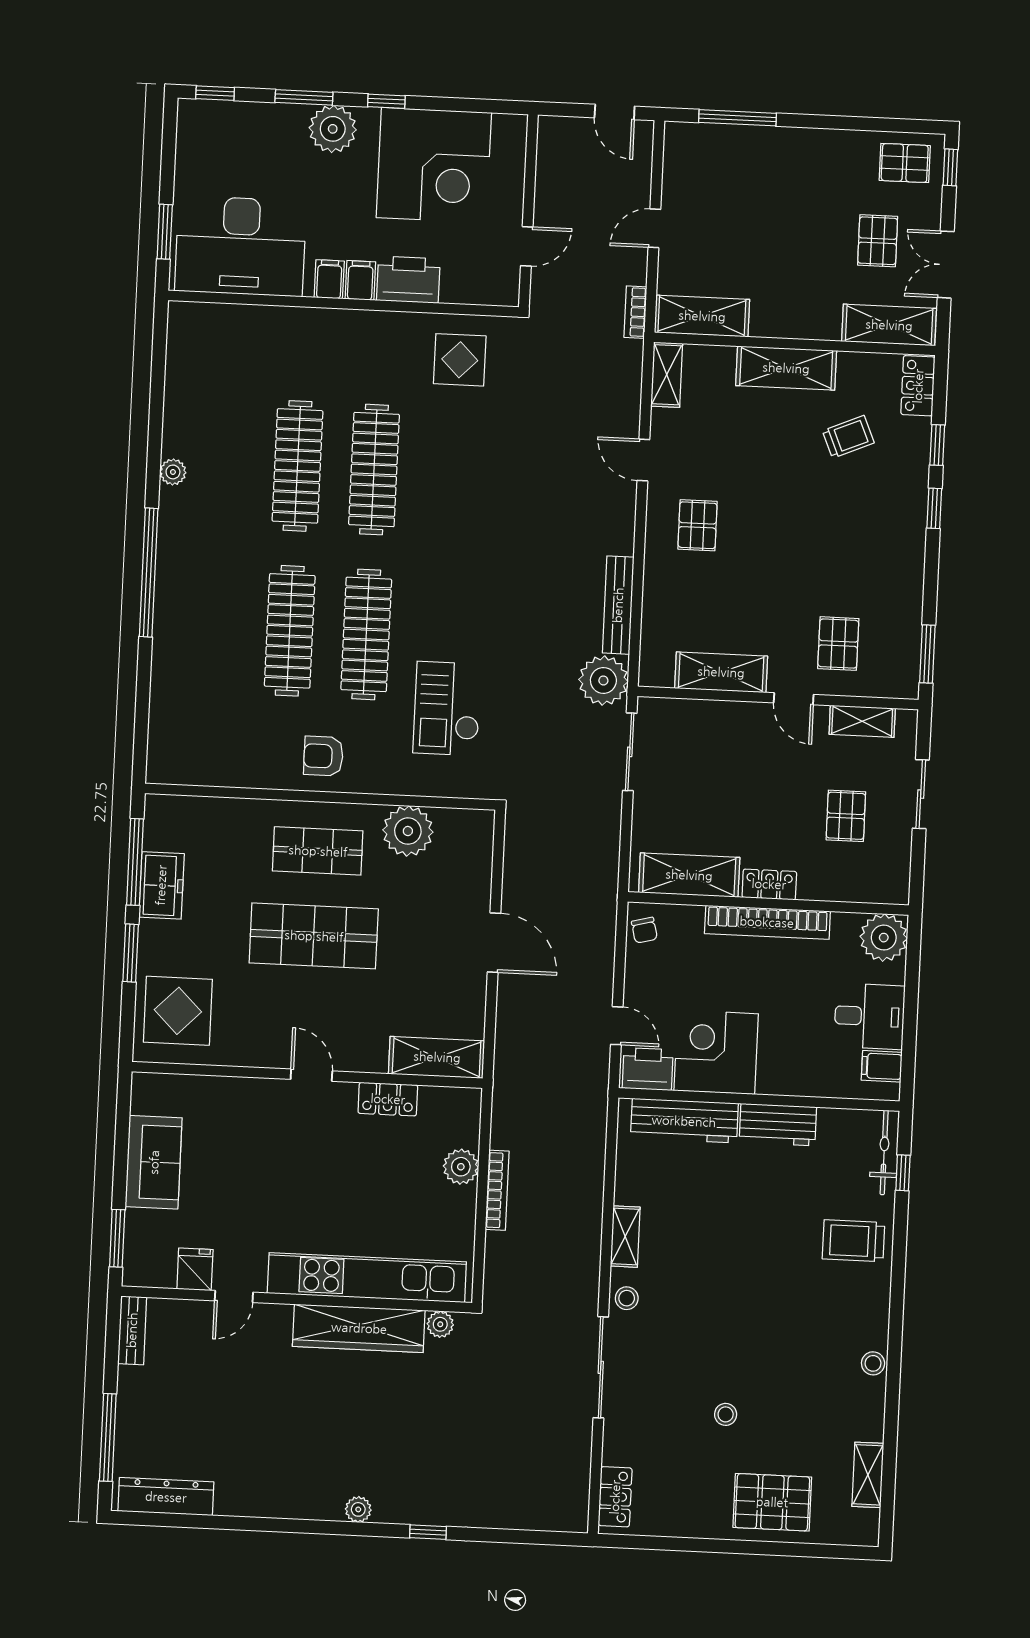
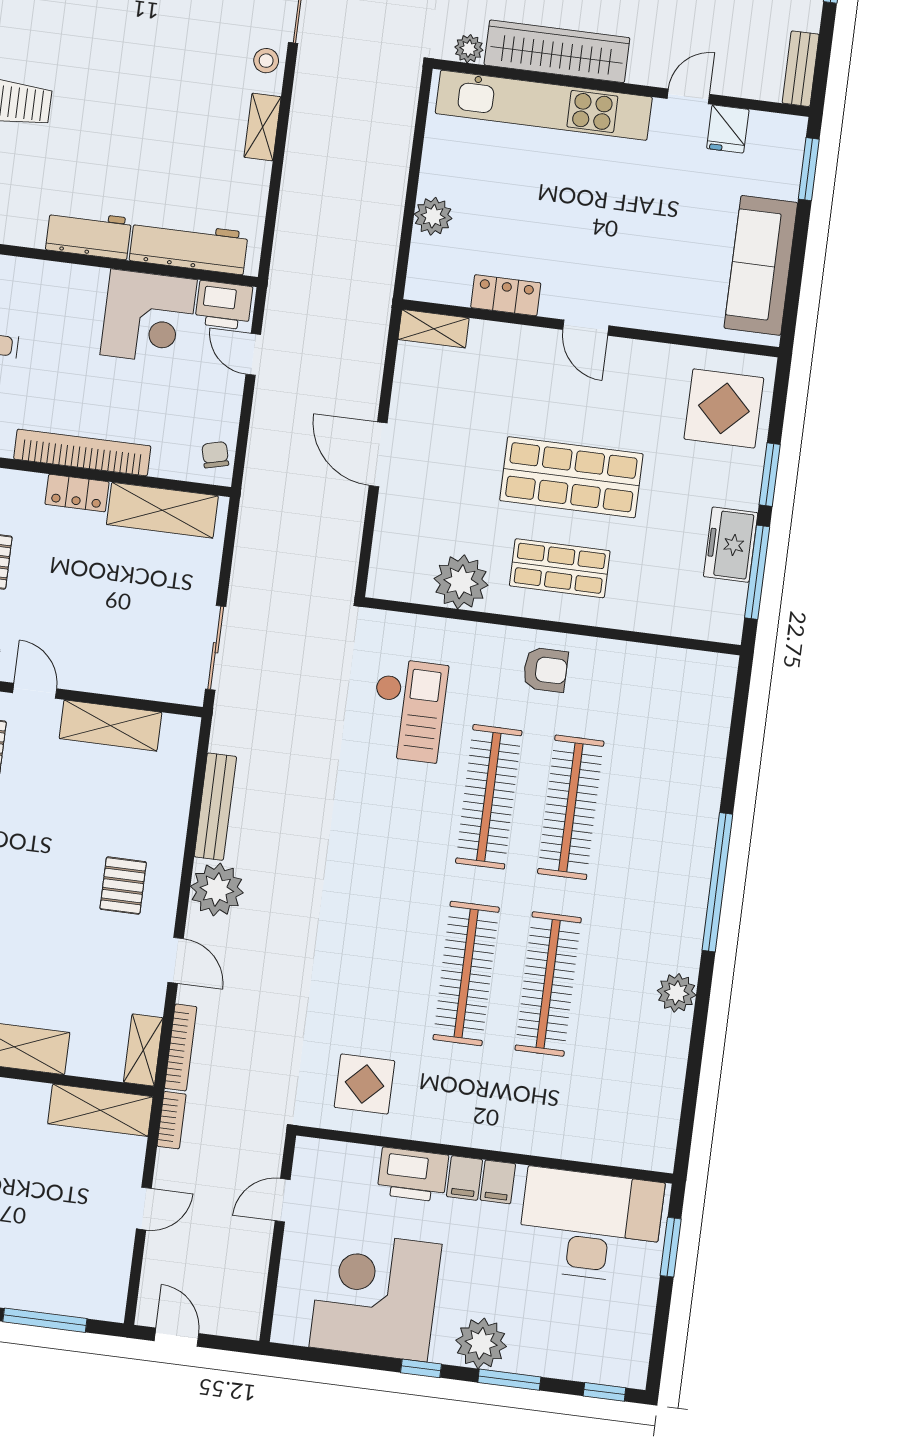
plant: (173, 472) -> (677, 993), width x1.38, depth x1.38
plant: (603, 680) -> (217, 890), moved
shelving: (437, 1057) -> (434, 329), width x0.67, depth x0.75
sofa: (154, 1162) -> (761, 265), width x1.36
bookcase: (497, 1190) -> (181, 1047), moved, turned 180

